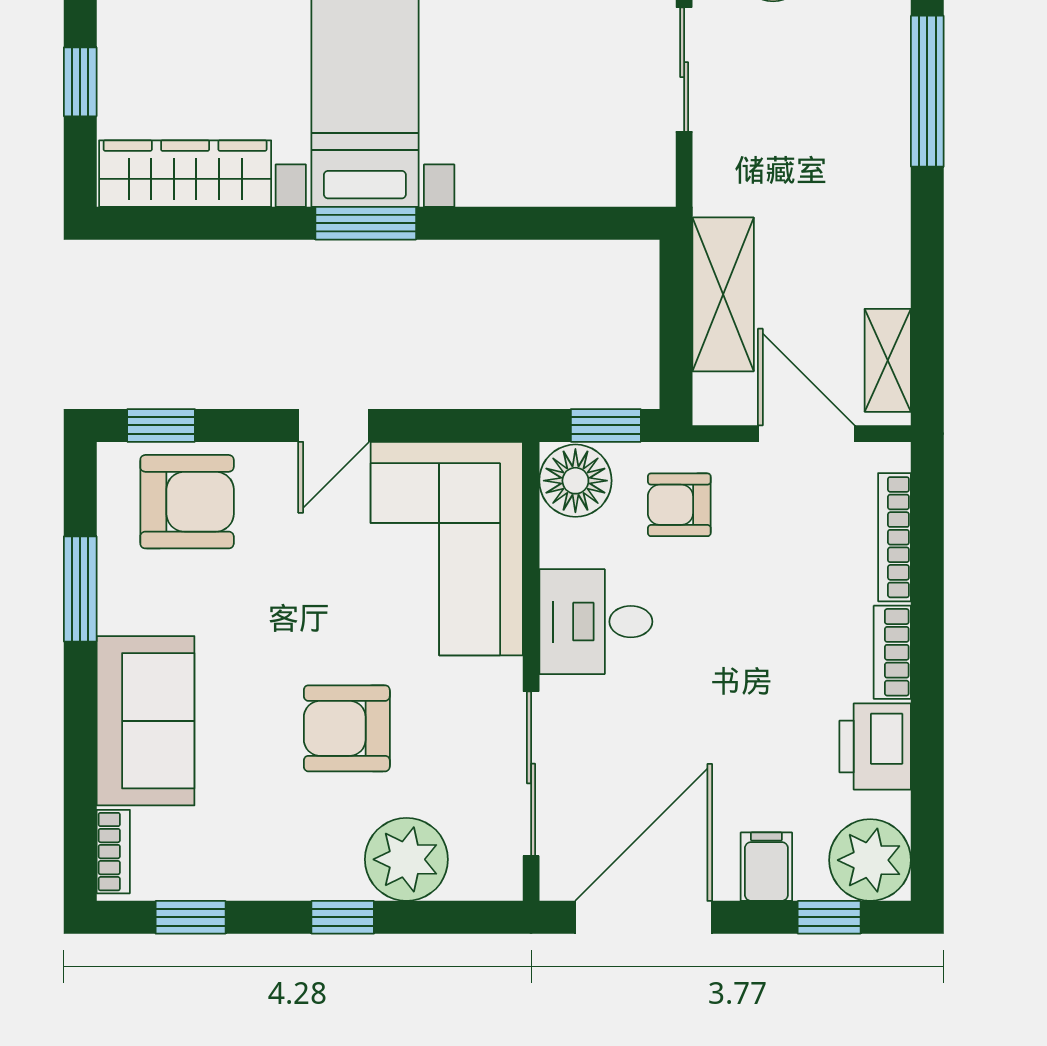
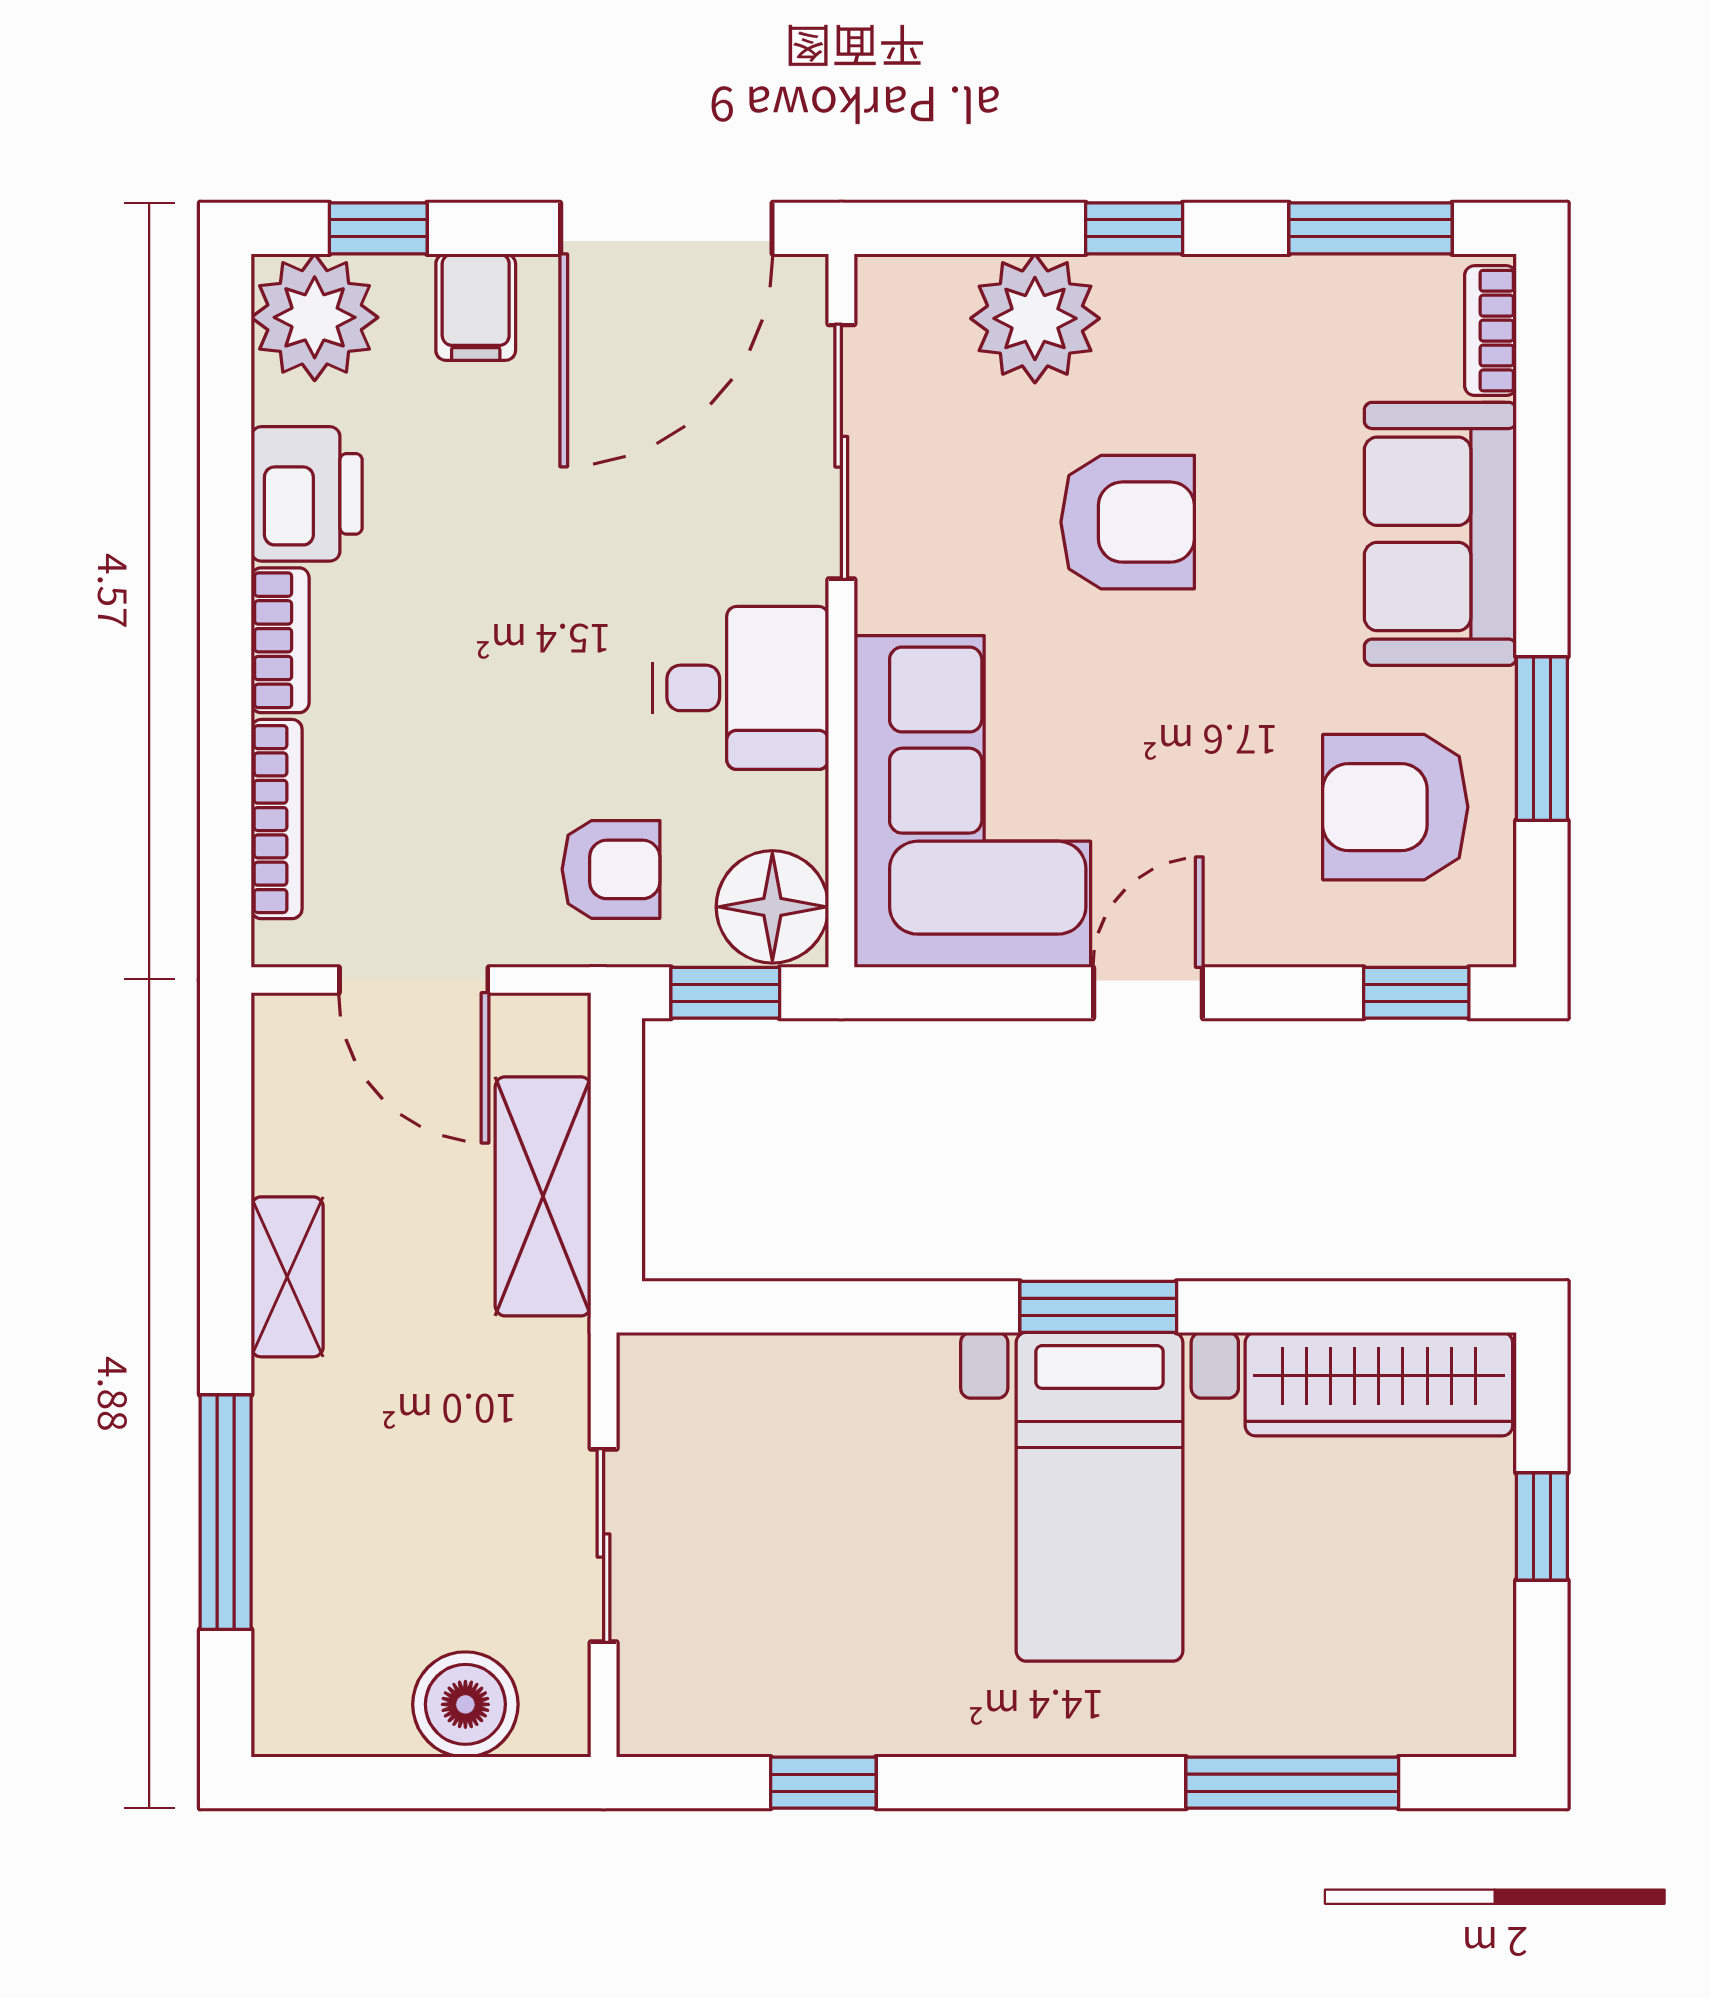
shelving: (888, 360) -> (287, 1277), moved
armchair: (187, 502) -> (1395, 807), moved
window: (191, 917) -> (1370, 228), width x1.50

